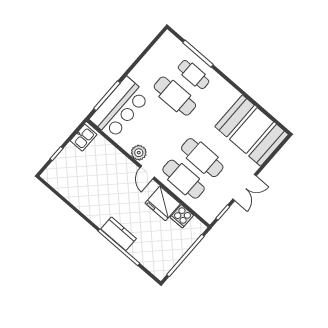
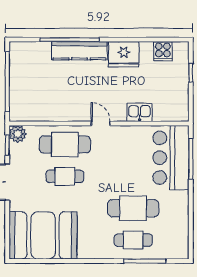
kitchen sink: (84, 138) -> (139, 112), moved, turned 90
plant: (139, 153) -> (18, 134), moved
cafe table: (202, 158) -> (65, 176), width x0.73, depth x0.74
fridge: (163, 203) -> (124, 54), moved, turned 180
cooker: (182, 216) -> (163, 51), moved, turned 180
kitchen counter: (119, 234) -> (79, 51), width x1.50

